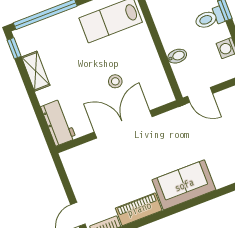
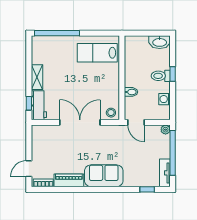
window: (14, 48) -> (29, 103), moved
shelving: (36, 71) -> (37, 77), moved
stool: (115, 81) -> (111, 113), moved

